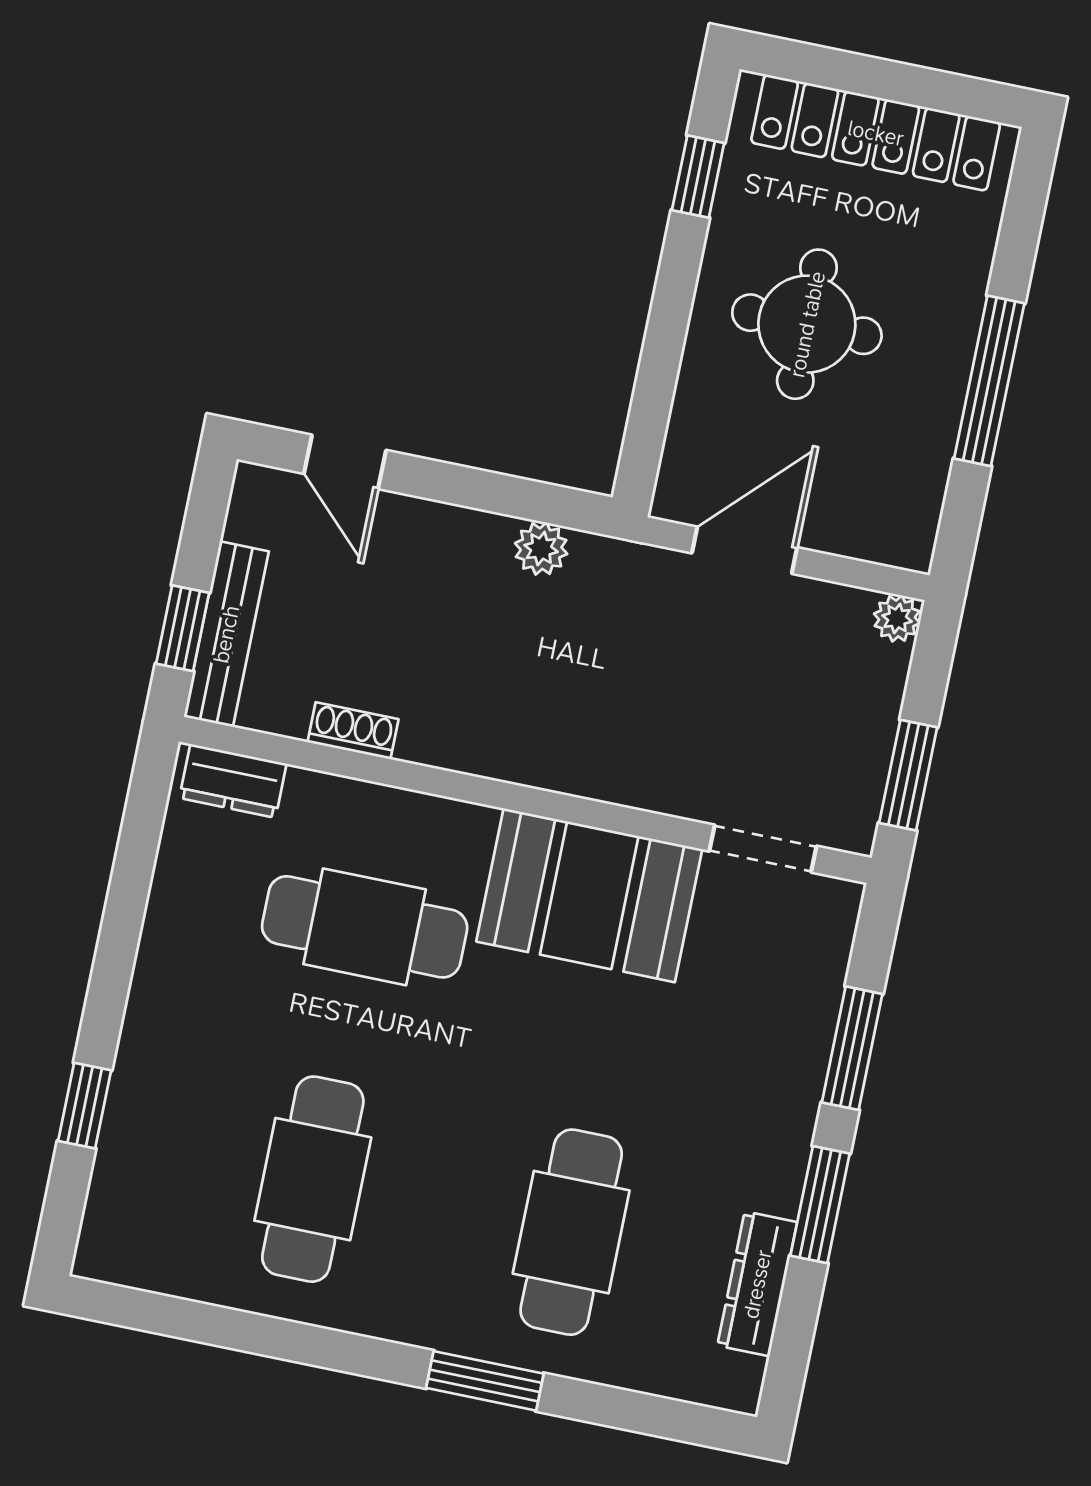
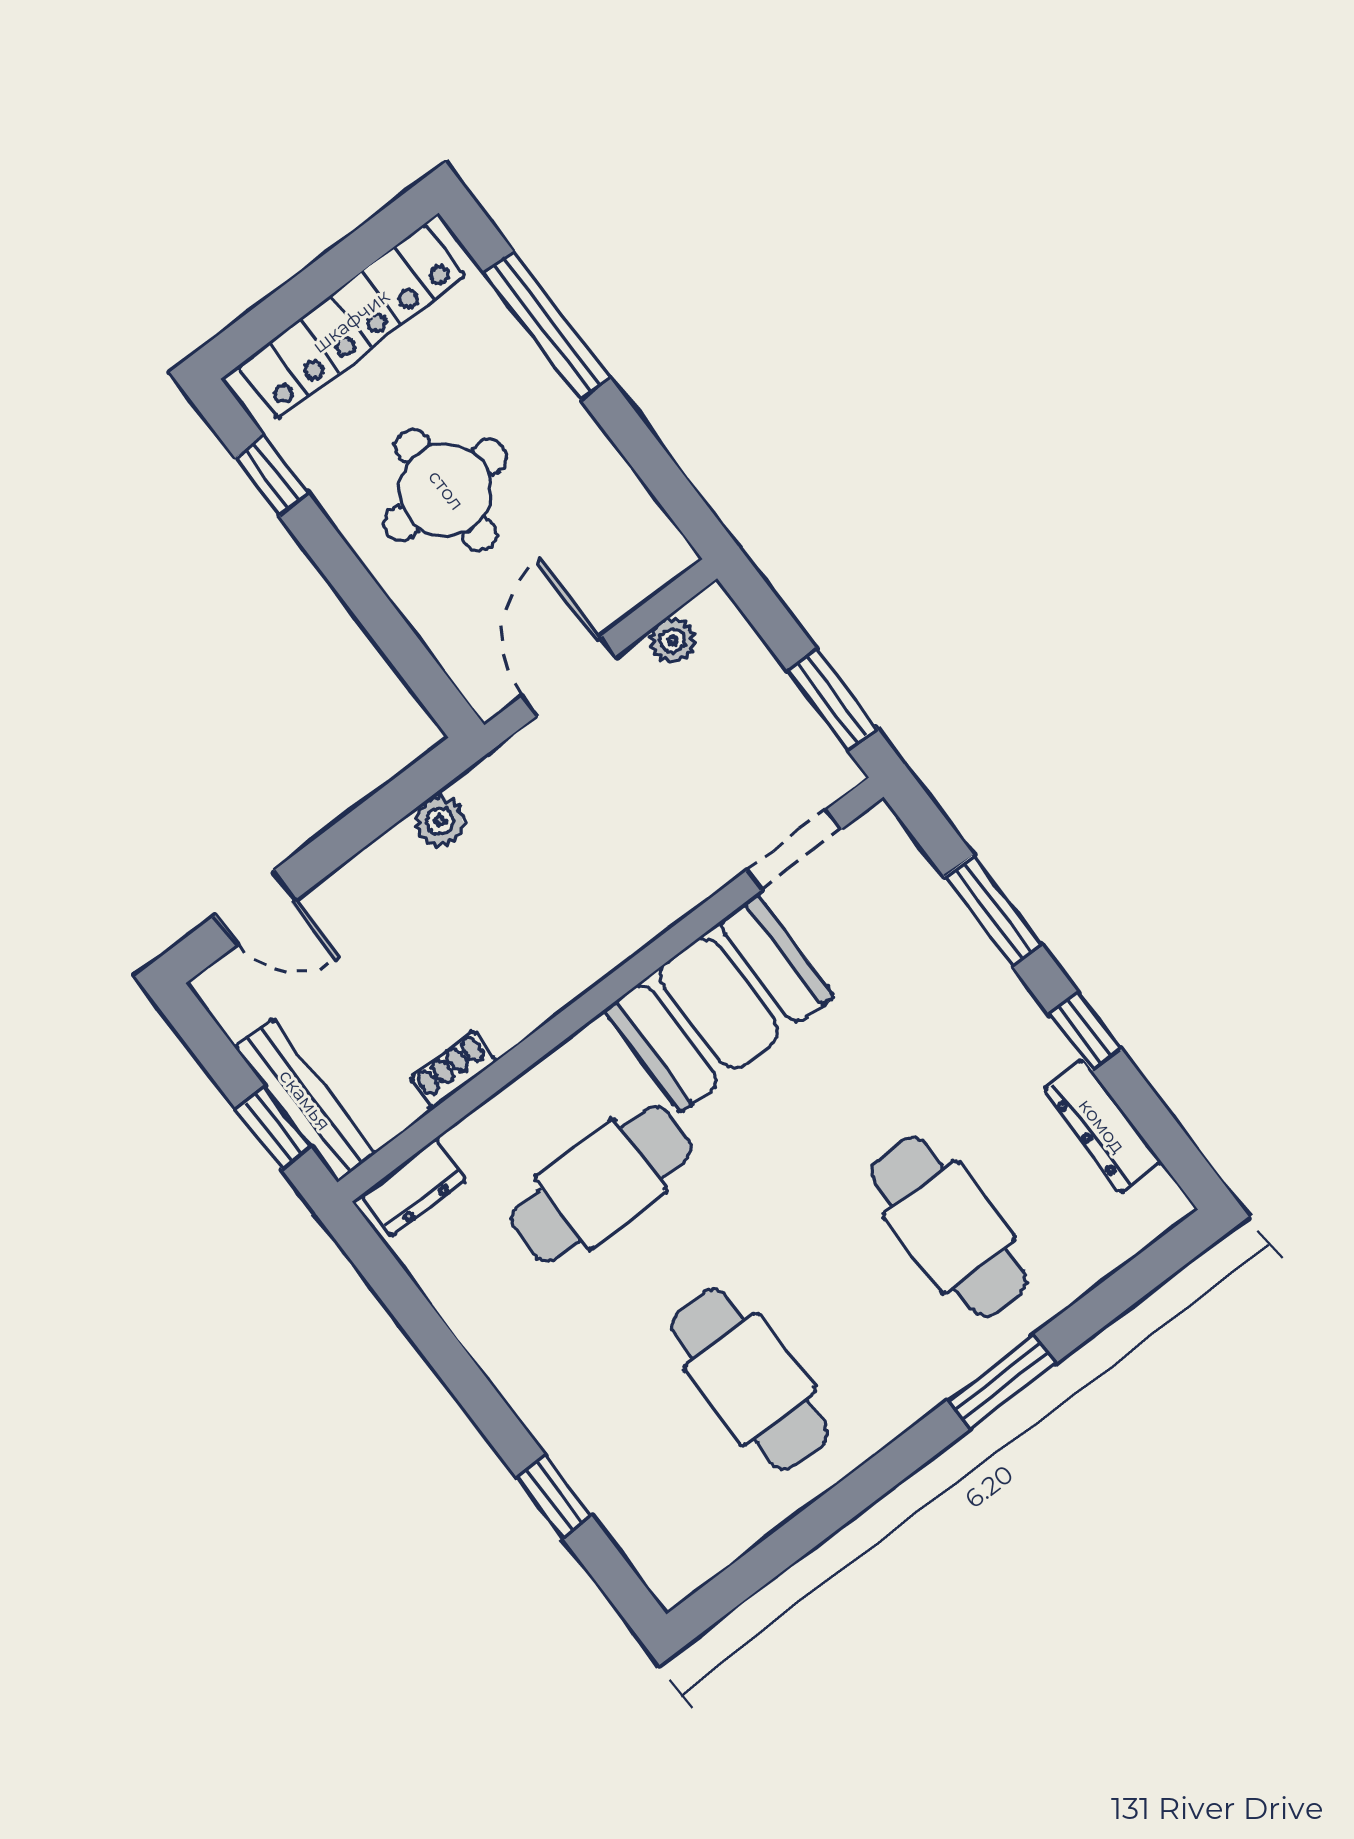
window: (989, 381) -> (547, 325), moved
plant: (897, 618) -> (672, 640), moved
window: (820, 1205) -> (1085, 1031), width x0.67

